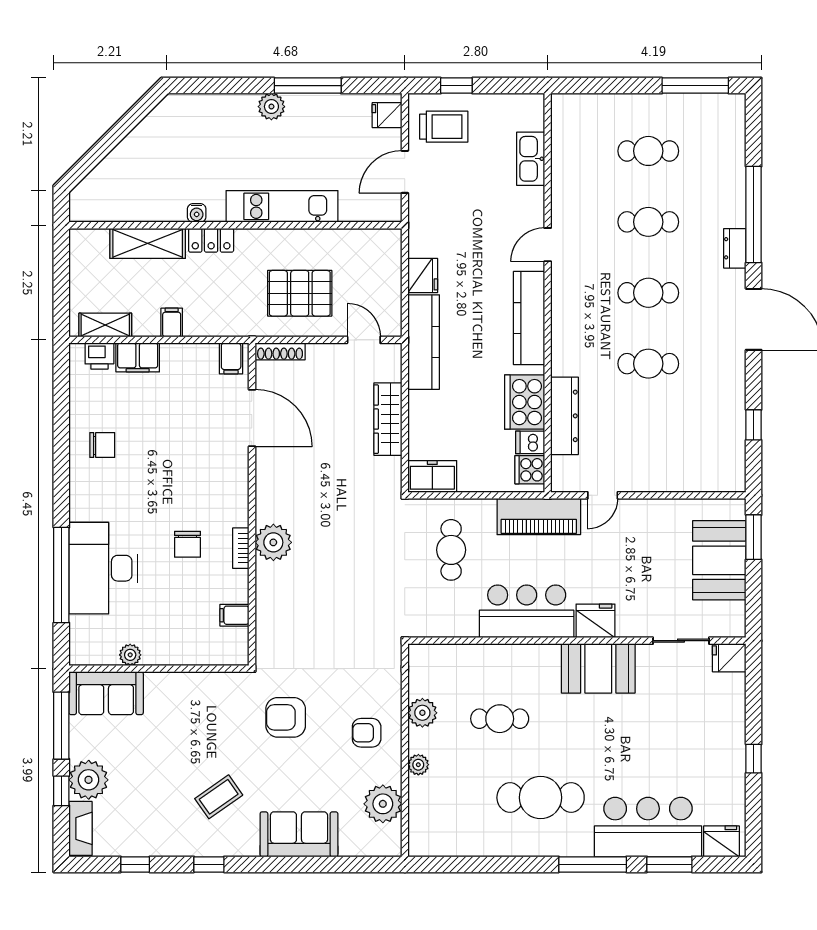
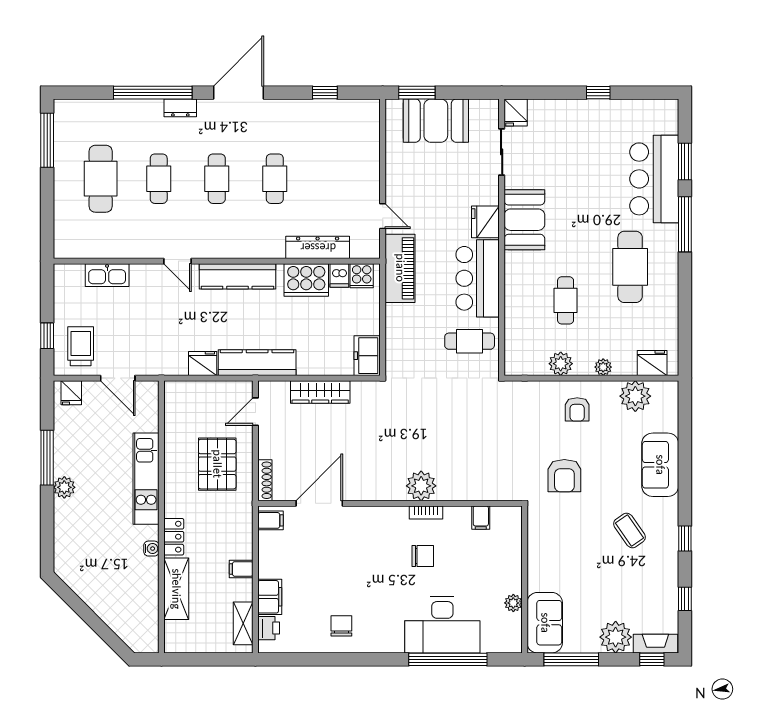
cafe table: (648, 151) -> (101, 179), width x1.37, depth x1.35
cafe table: (451, 550) -> (470, 341), moved
window: (61, 791) -> (652, 659), moved
fridge: (721, 841) -> (652, 363), moved, turned 90

